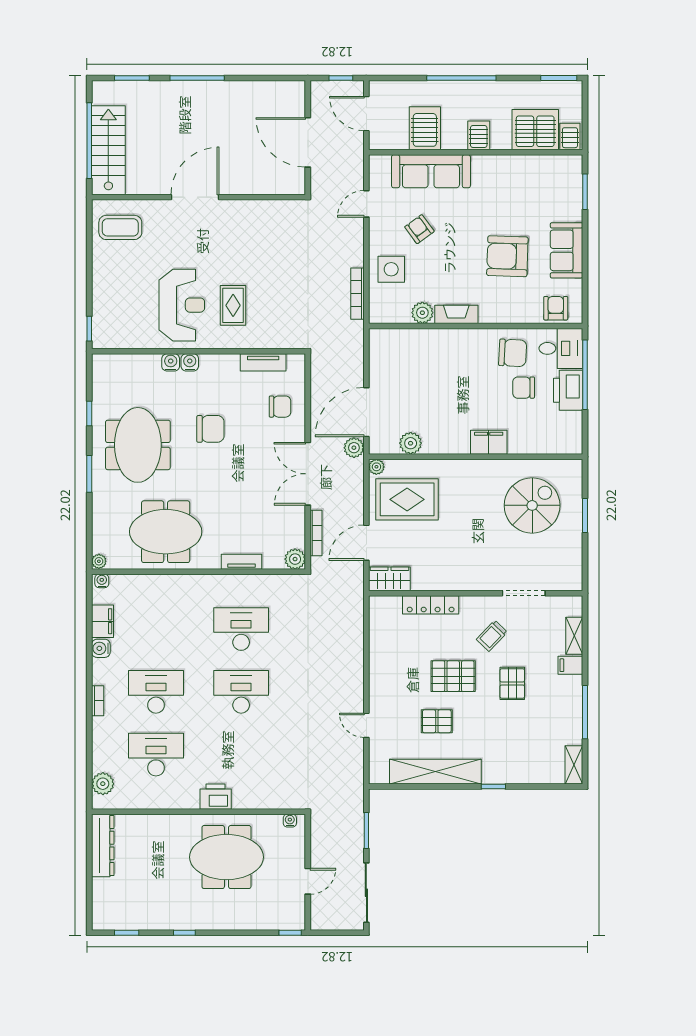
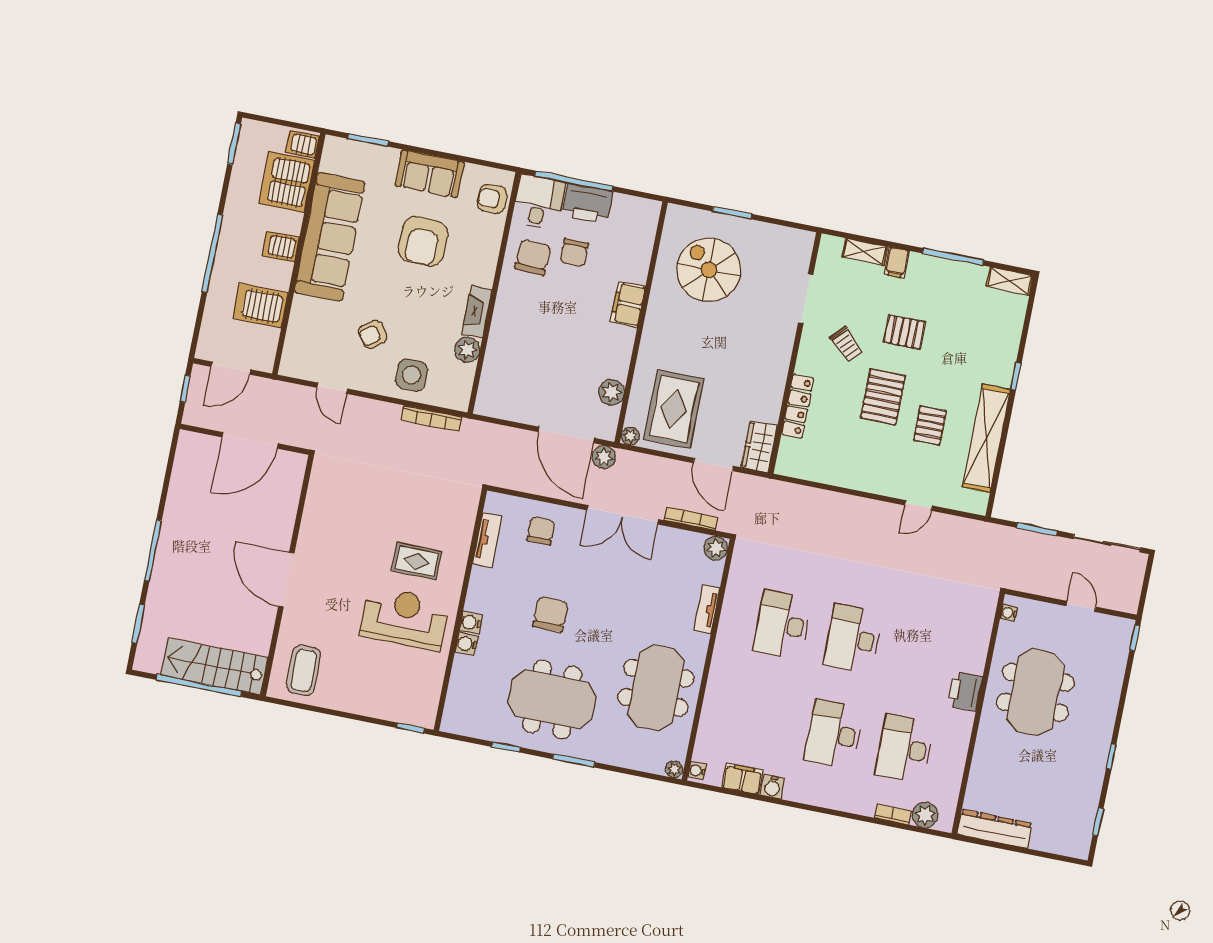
sofa: (431, 171) -> (330, 237), moved, width x1.36, depth x1.27
bookcase: (98, 701) -> (893, 814), moved

